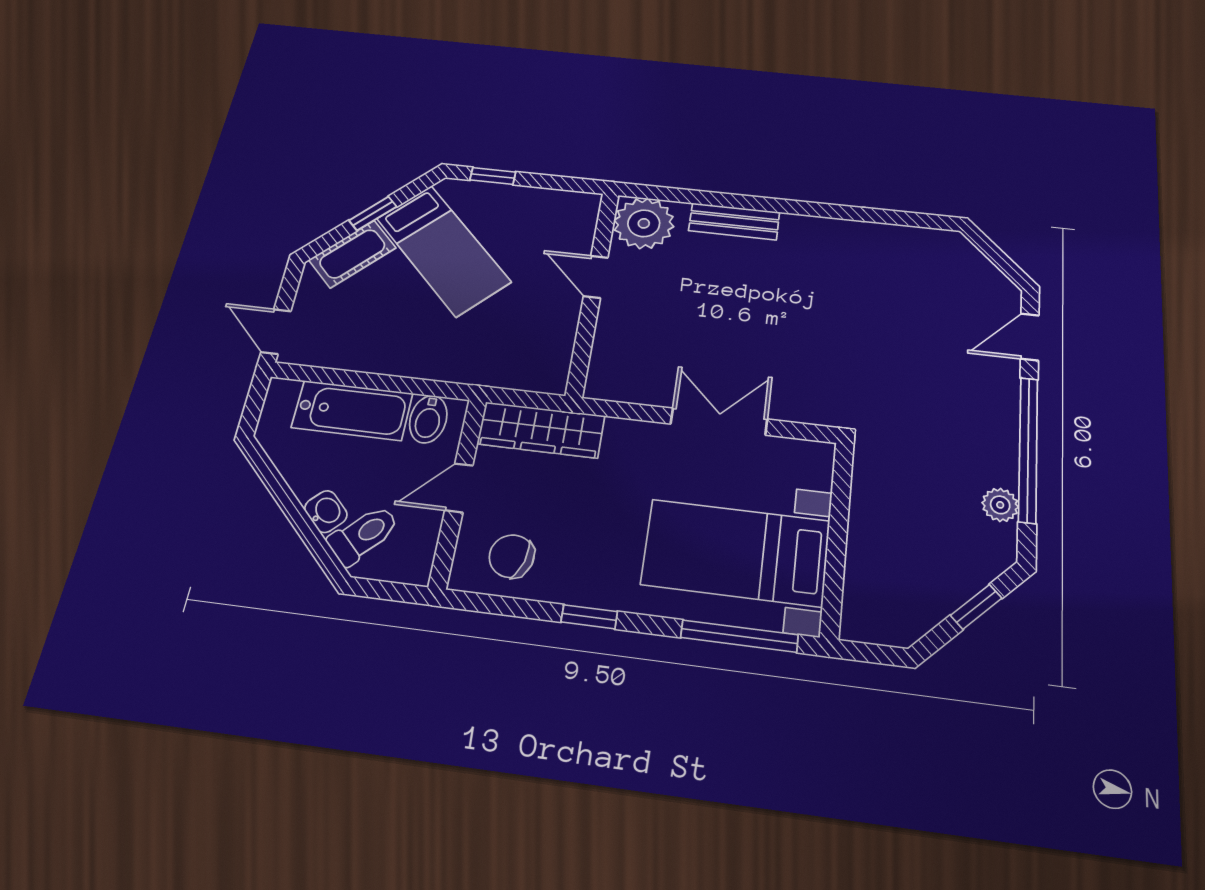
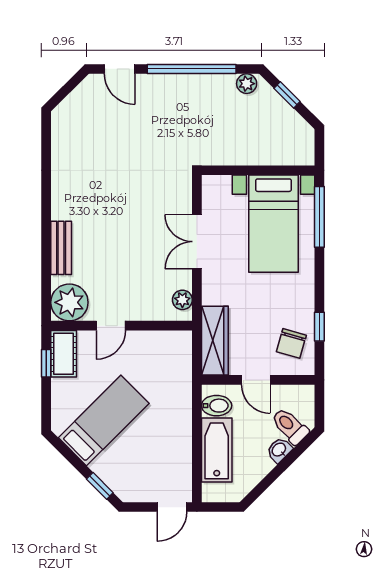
window: (493, 176) -> (46, 363), moved
window: (373, 213) -> (100, 486), moved
cot: (352, 254) -> (64, 354), moved, turned 45
plant: (621, 387) -> (182, 300), added
plant: (1000, 505) -> (247, 84), moved
window: (589, 617) -> (319, 327), moved

